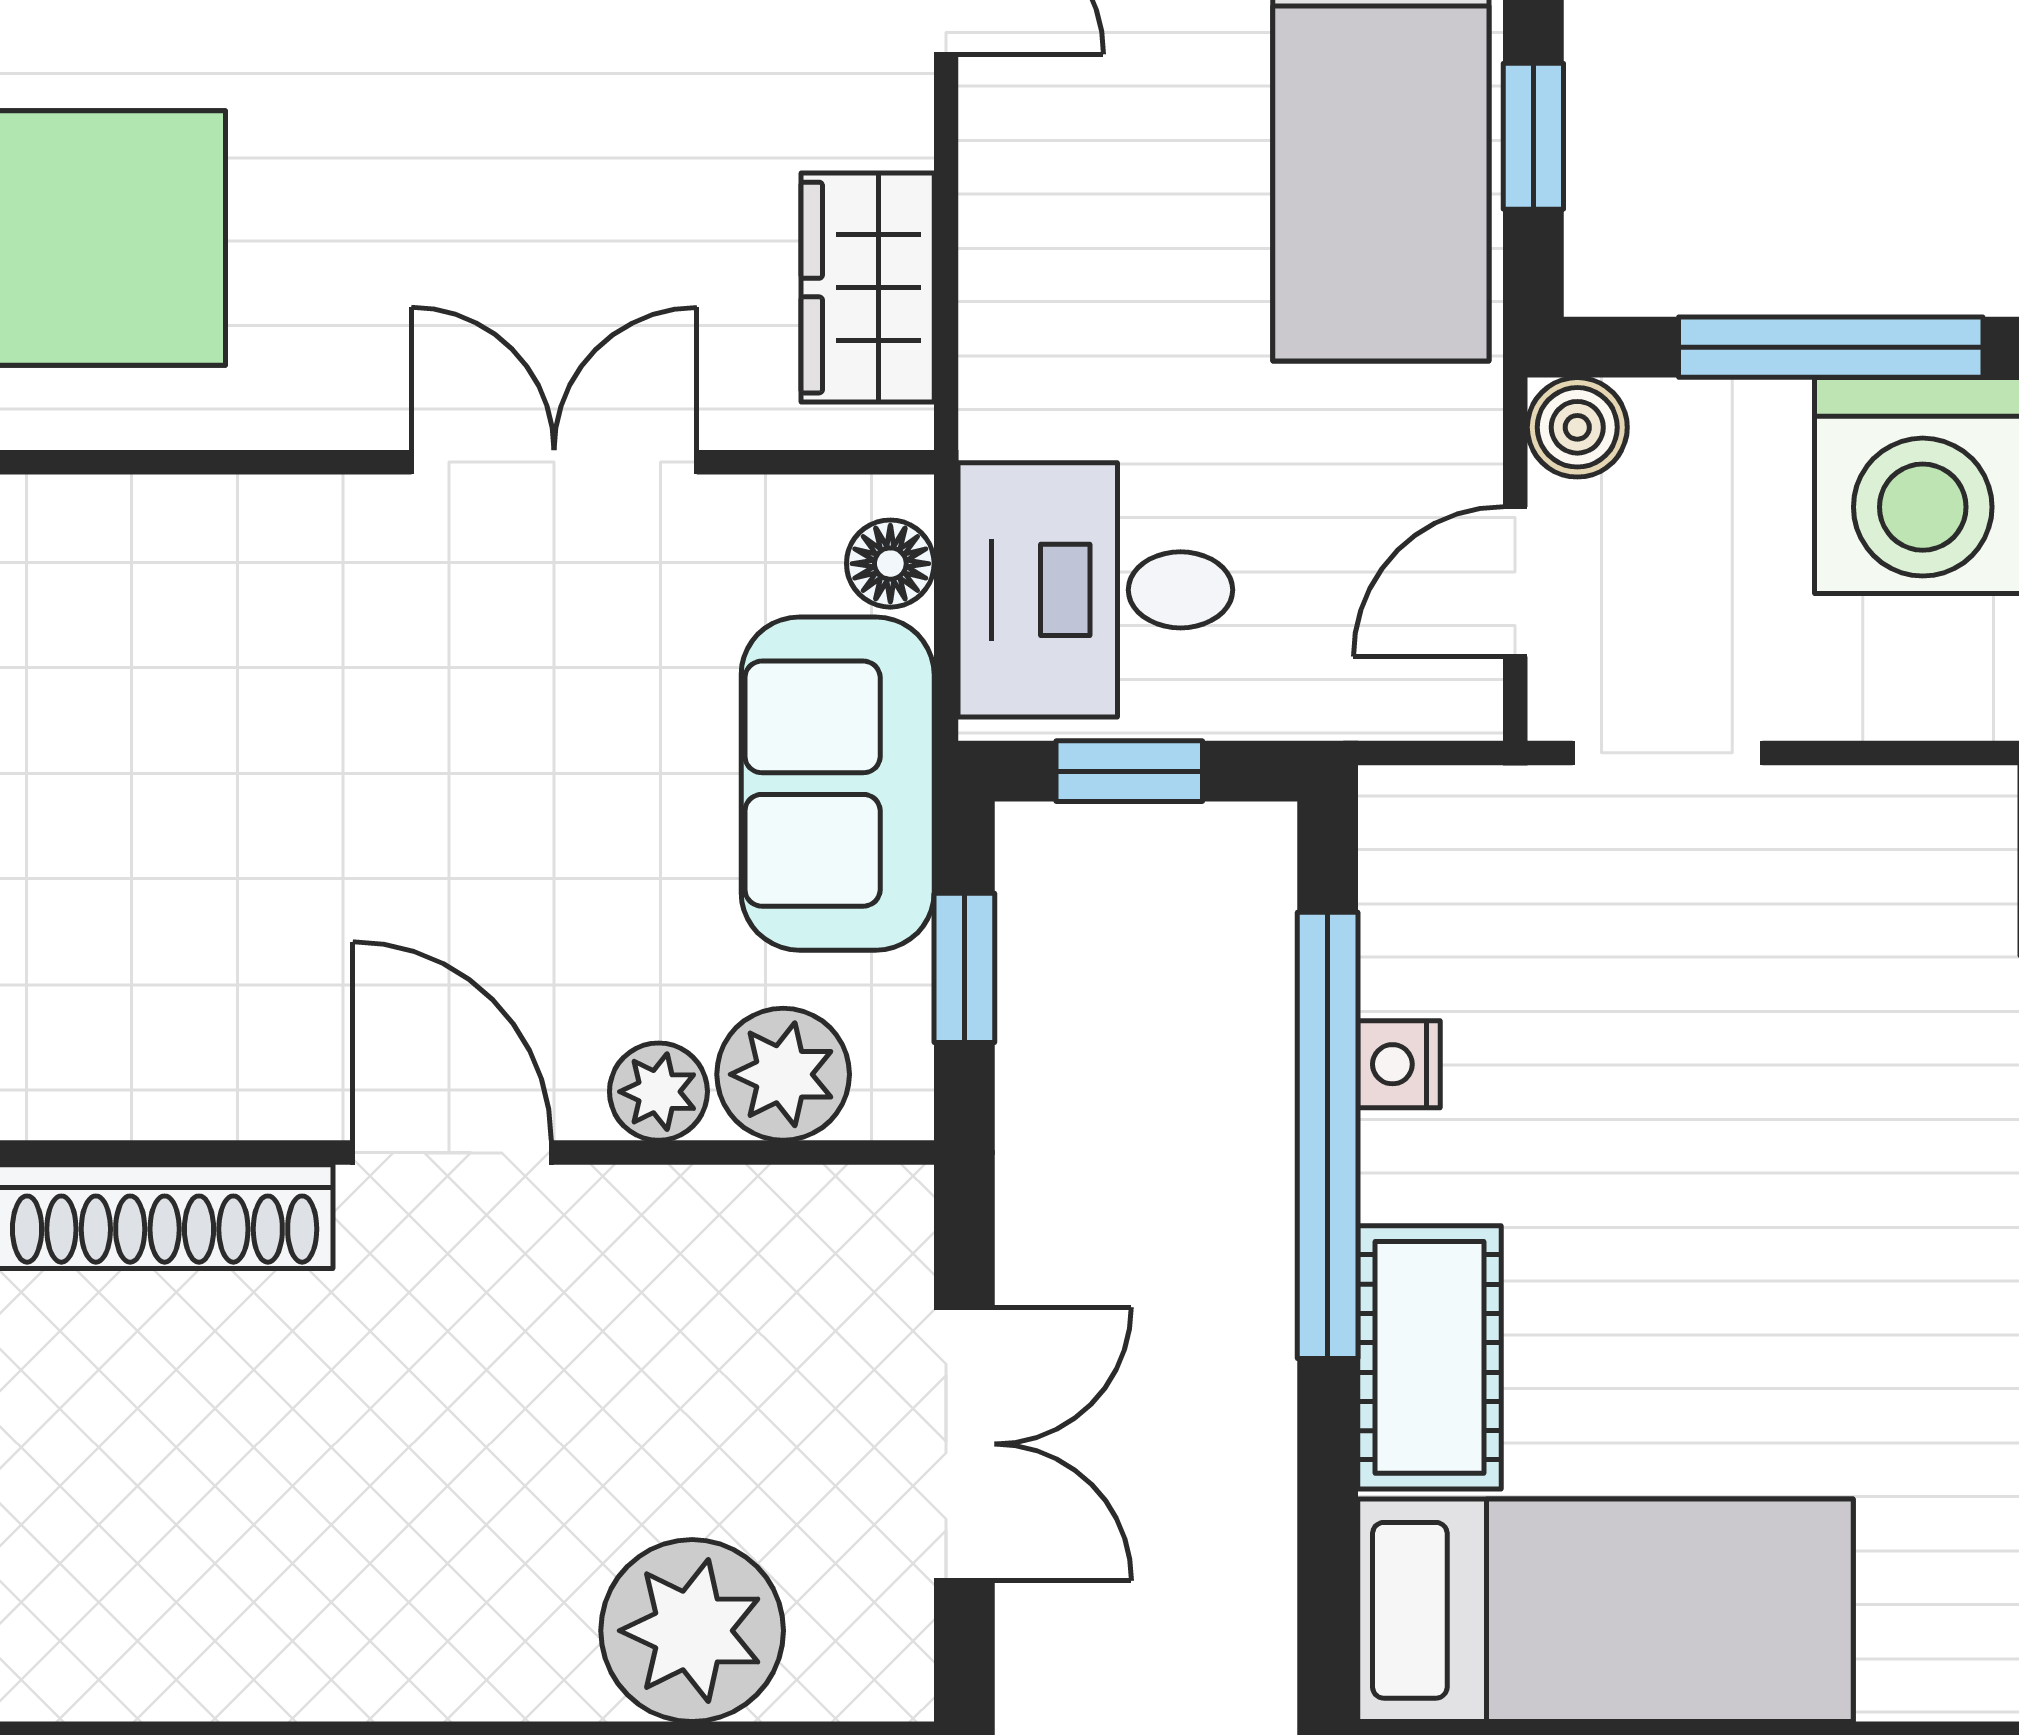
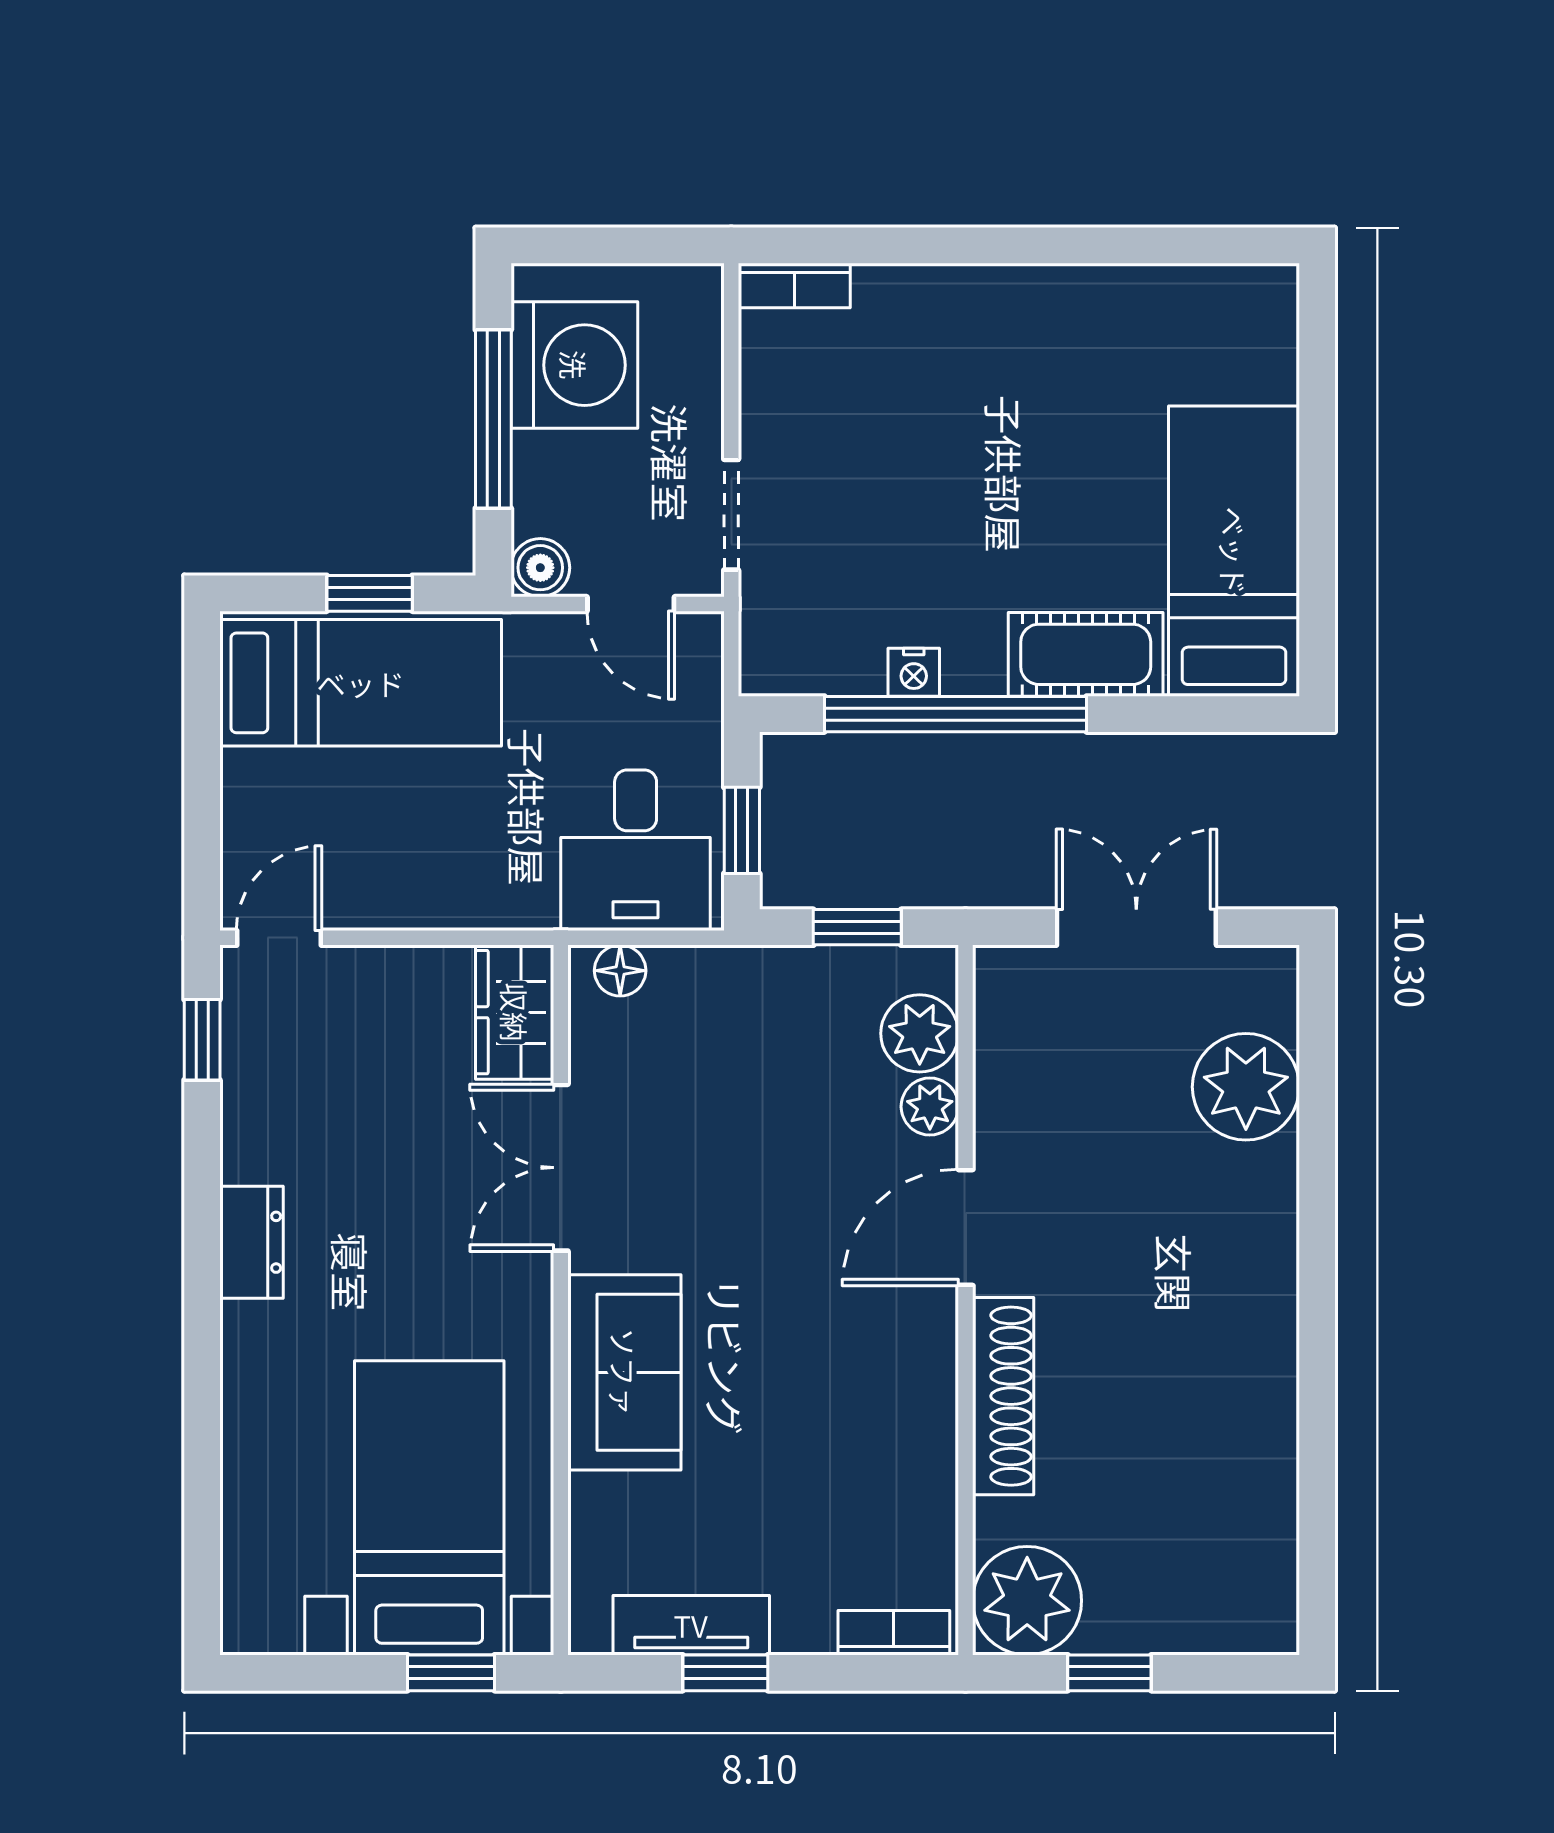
wardrobe: (868, 288) -> (515, 1012), moved, turned 90
sofa: (838, 784) -> (624, 1372), moved, turned -90

